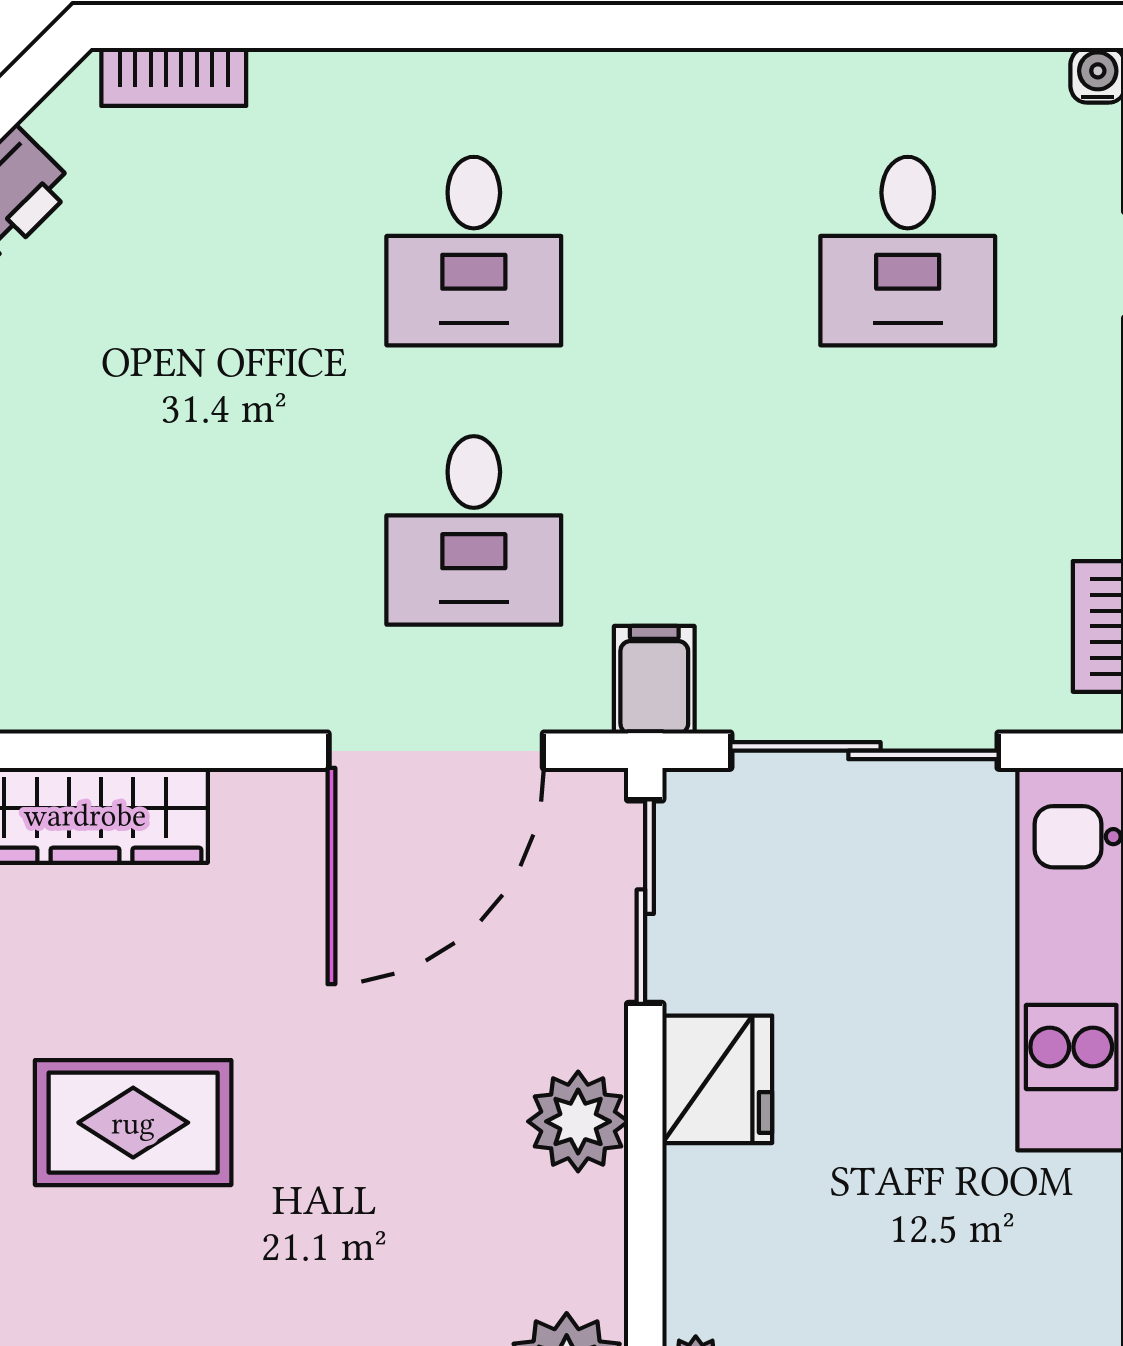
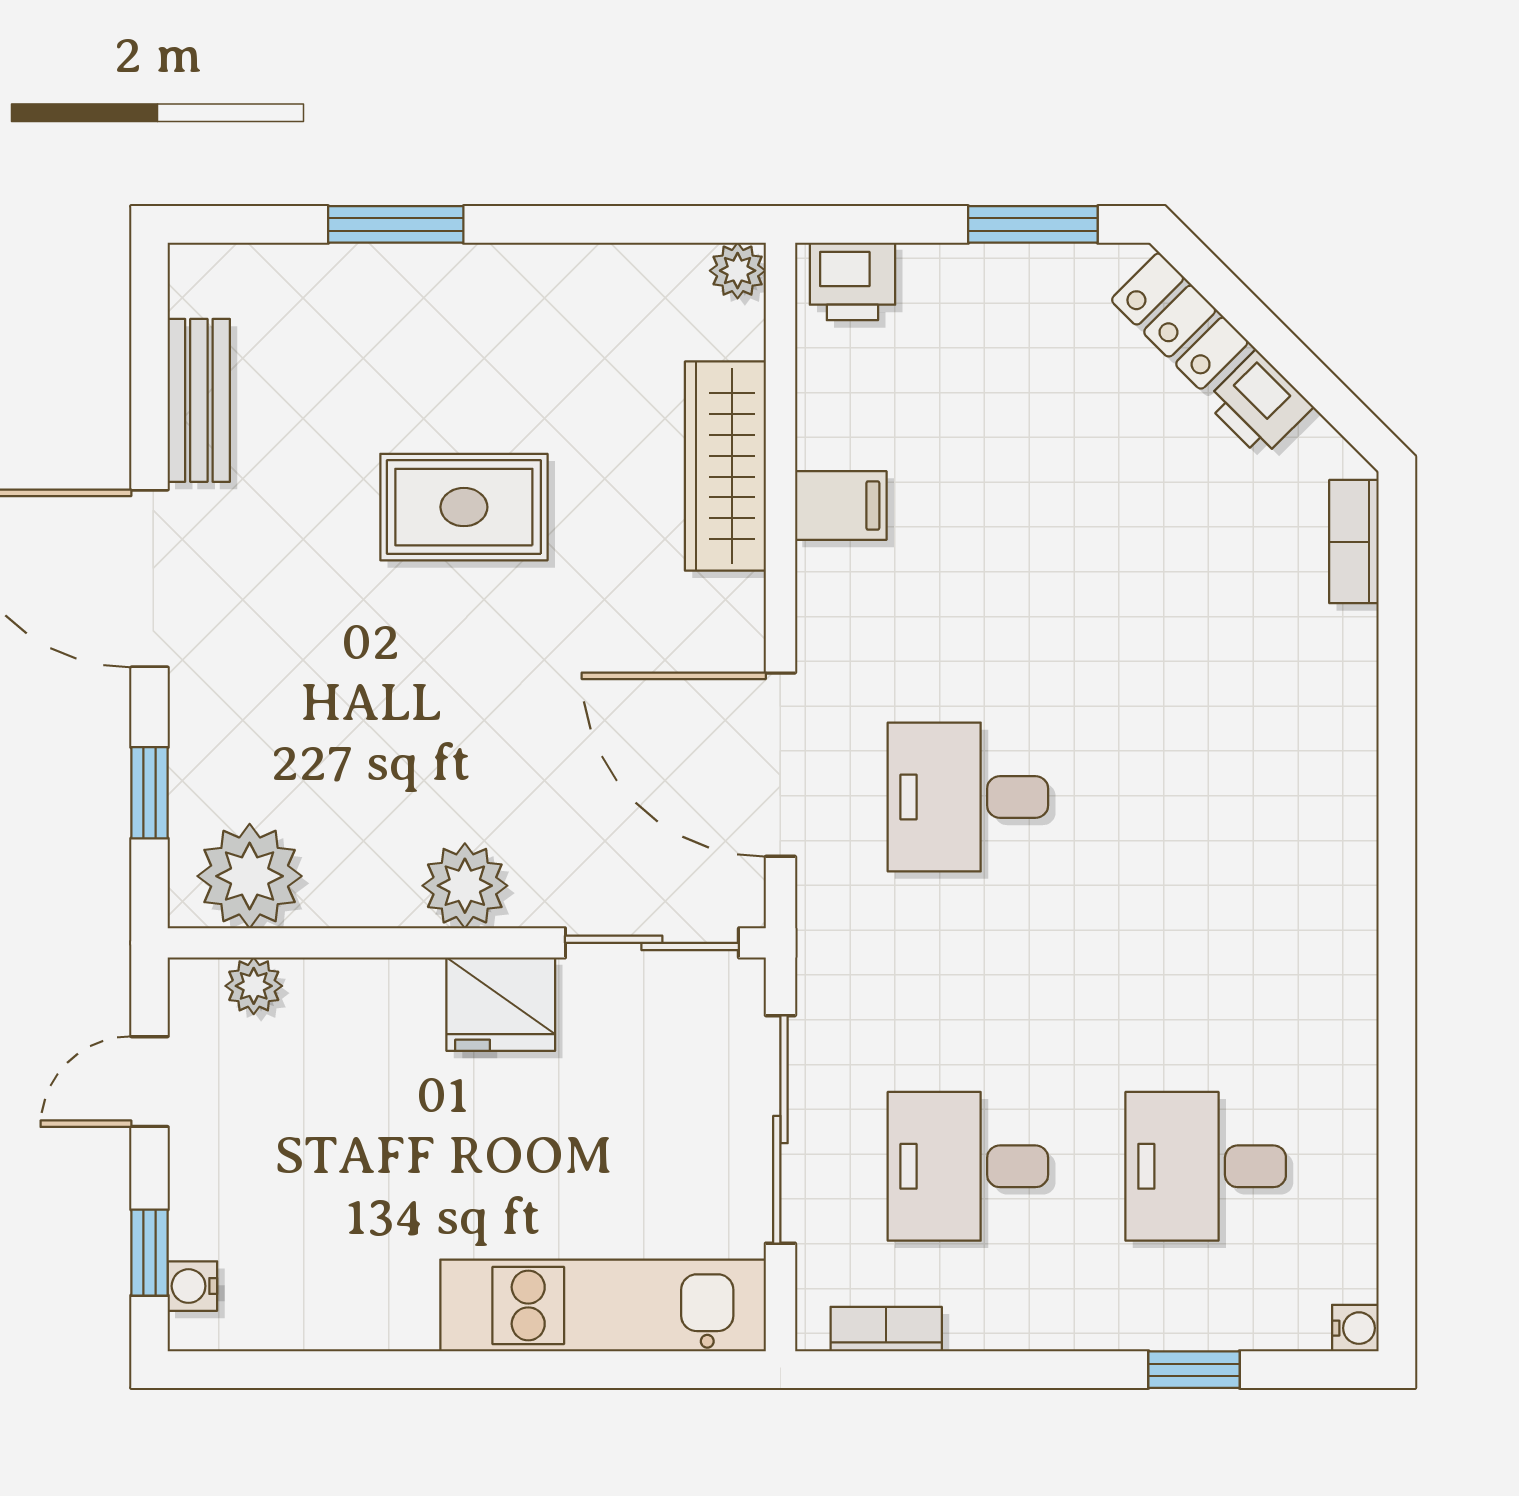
desk: (474, 251) -> (968, 1166), moved
filing cabinet: (654, 680) -> (841, 506), moved
rug: (133, 1123) -> (464, 507), turned 90

